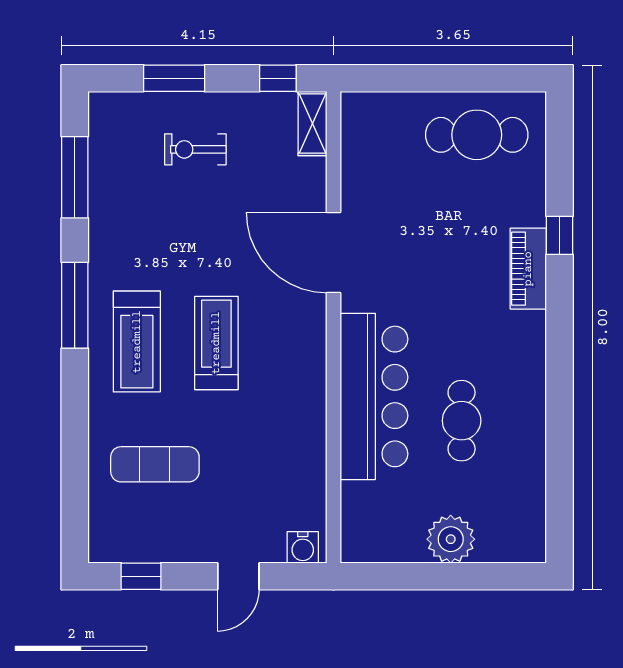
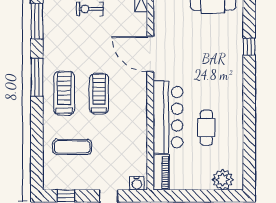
piano: (528, 269) -> (161, 172), moved, turned 180
treadmill: (137, 342) -> (64, 93), turned 180
plant: (451, 539) -> (223, 180), moved

